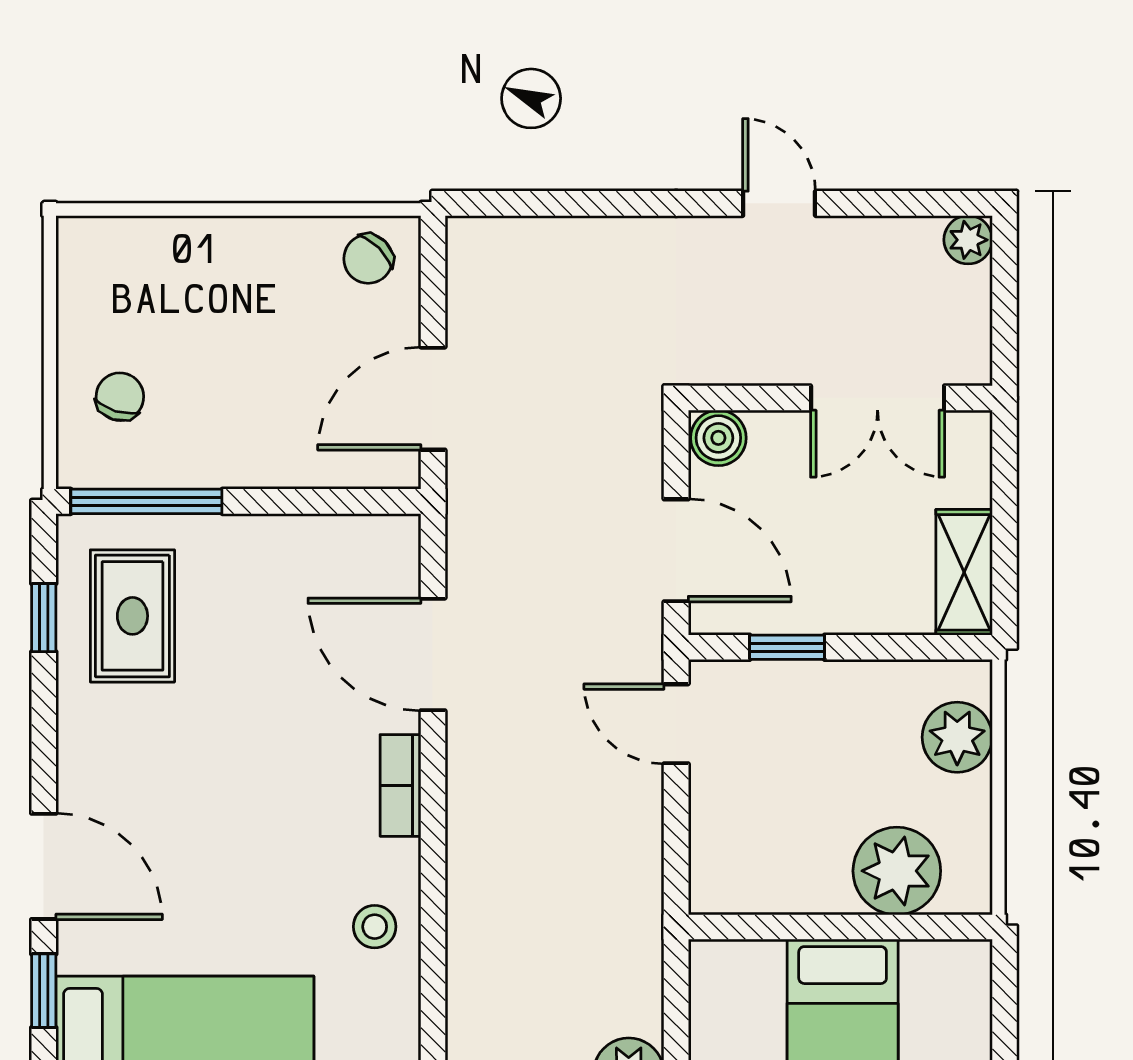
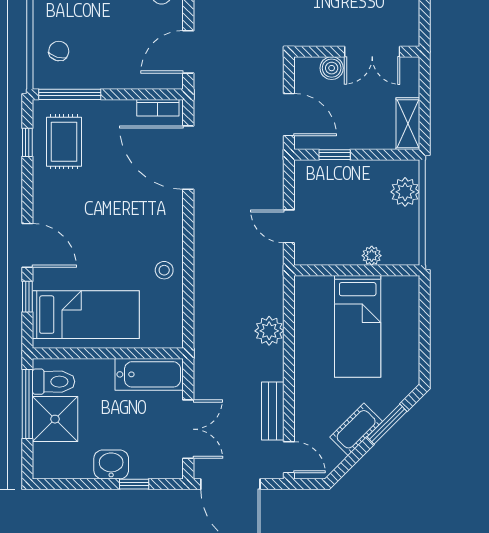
boiler: (718, 438) -> (332, 68), moved
door: (433, 654) -> (188, 158), width x1.36
door: (676, 724) -> (289, 226), moved
bookcase: (400, 785) -> (158, 108), moved, turned -90
plant: (897, 871) -> (372, 256), width x0.53, depth x0.53

